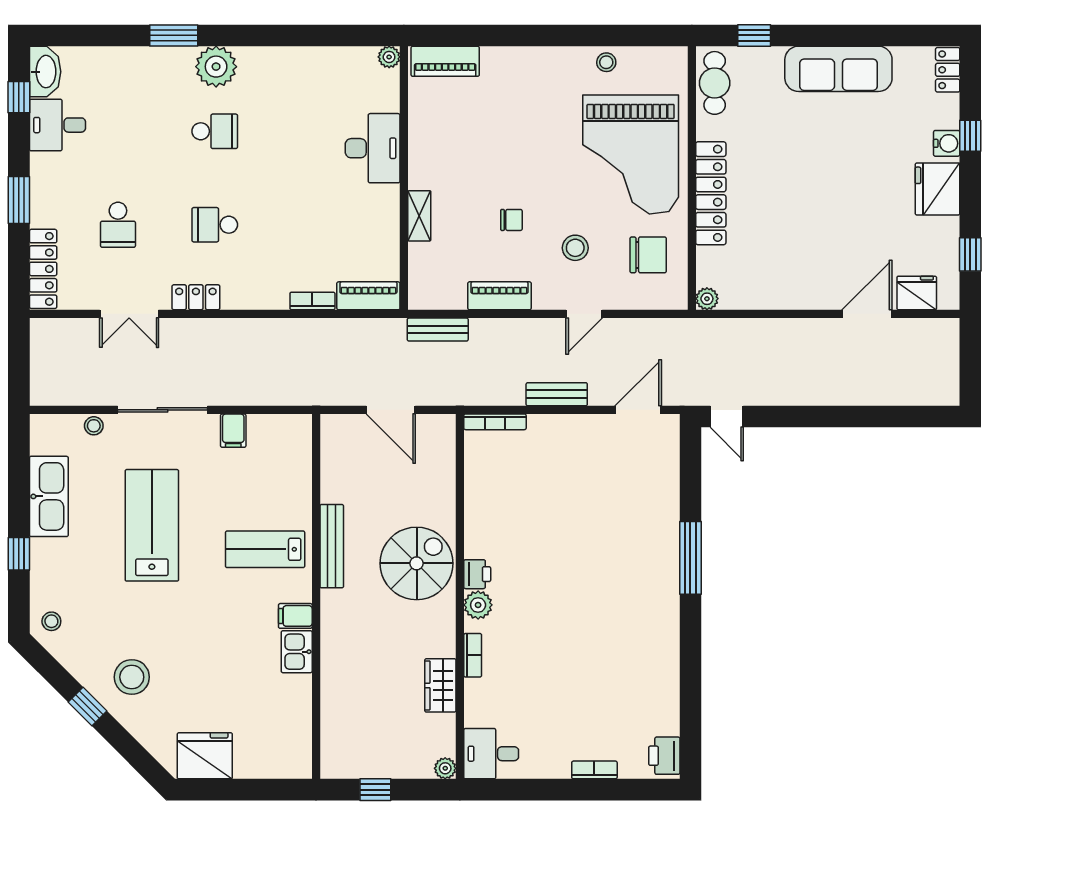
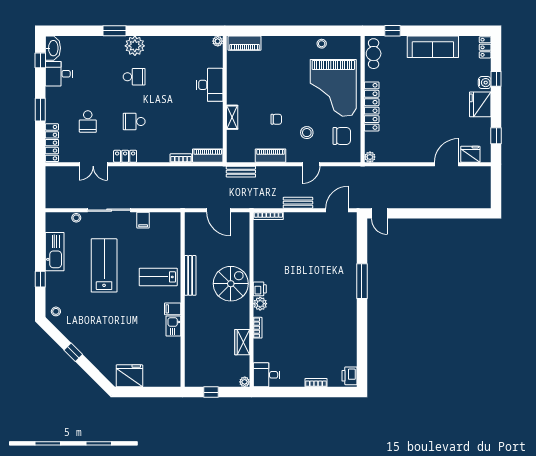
stool: (132, 677) -> (94, 338), removed

